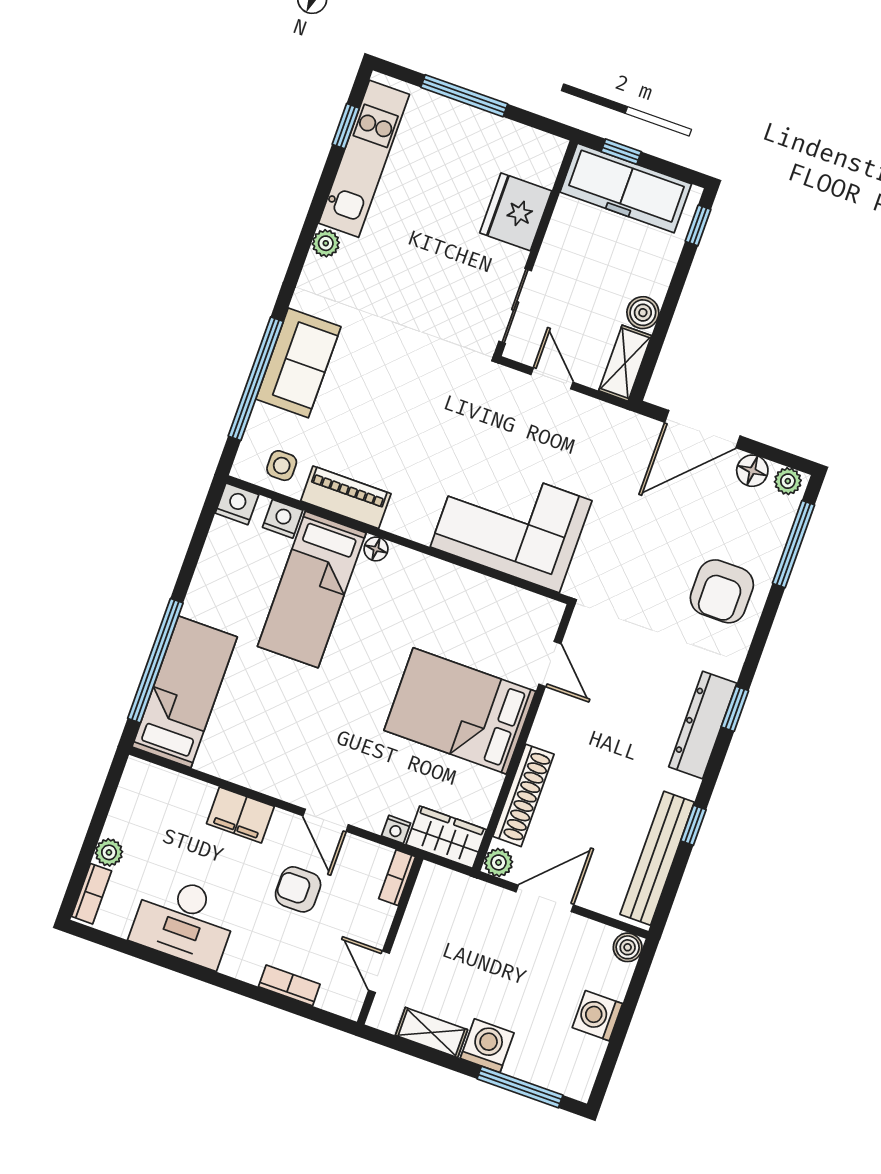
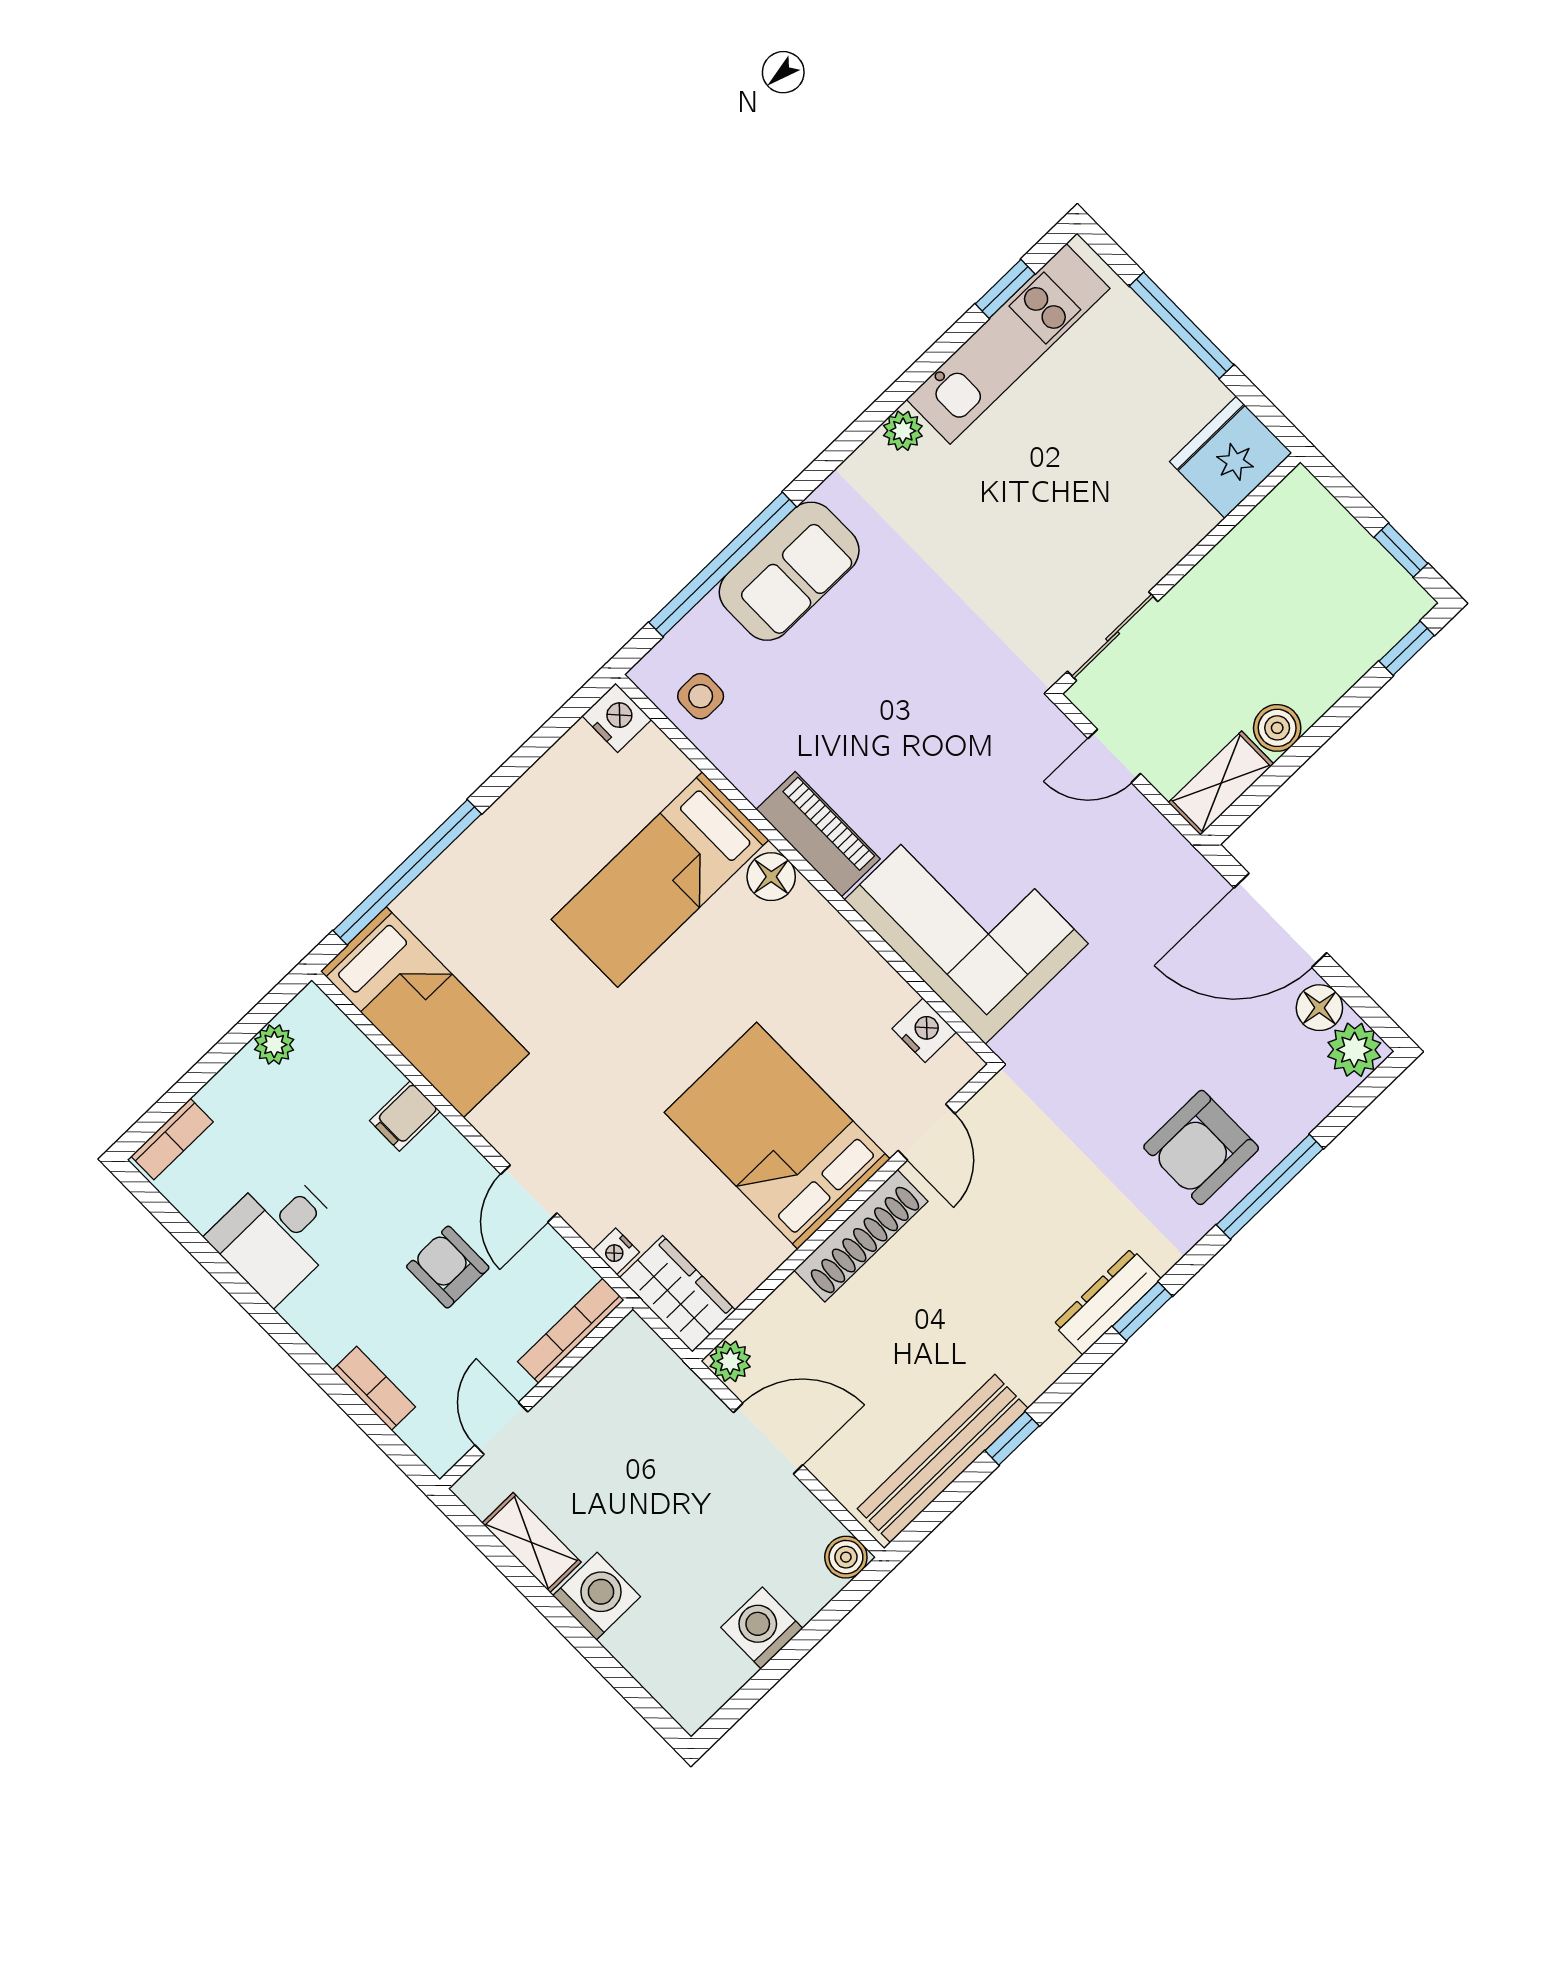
window: (621, 152) -> (1401, 550), moved
freezer: (626, 188) -> (1335, 552), removed
fridge: (516, 212) -> (1231, 457), moved
door: (552, 378) -> (1114, 756), swing flipped
plant: (788, 481) -> (1354, 1050), width x1.38, depth x1.38
piano: (346, 497) -> (818, 834), moved
nightstand: (283, 519) -> (924, 1030), moved
window: (794, 544) -> (1270, 1187), moved
floor lamp: (376, 549) -> (771, 877), width x1.37, depth x1.37
bed: (185, 692) -> (425, 1012), moved, turned 90
dresser: (703, 725) -> (1107, 1302), width x0.73, depth x0.80
shoe rack: (523, 795) -> (861, 1236), moved
filing cabinet: (240, 815) -> (405, 1116), width x0.50
plant: (109, 852) -> (274, 1045), moved
bookcase: (397, 878) -> (571, 1331), width x1.56
desk: (184, 921) -> (277, 1235), width x0.73
window: (520, 1087) -> (613, 1672), removed

